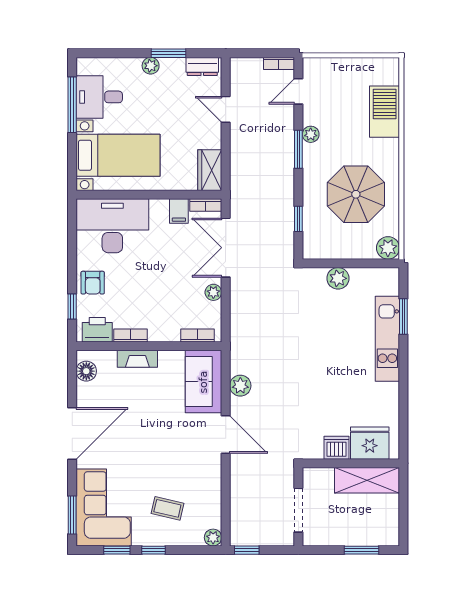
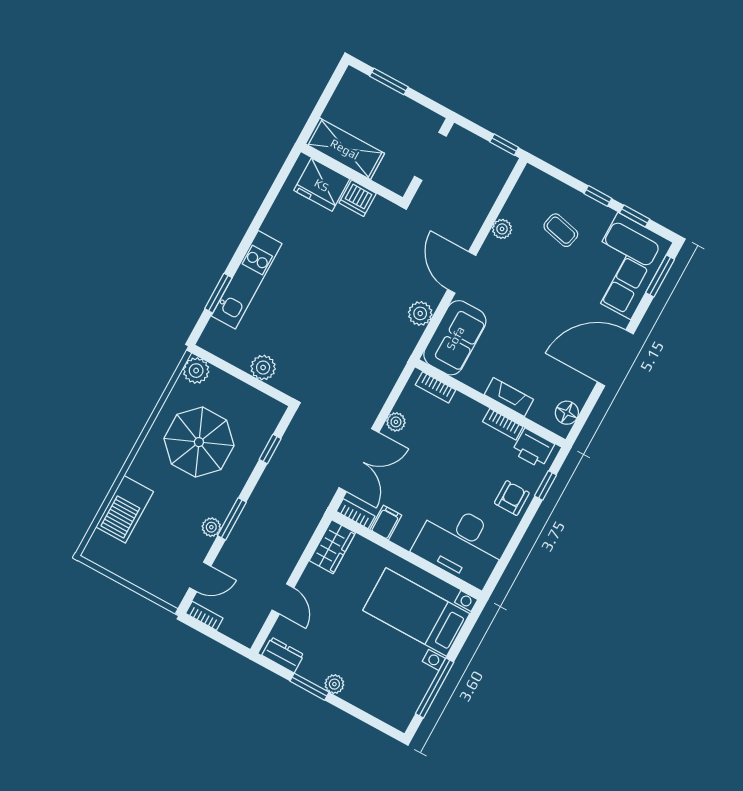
desk: (99, 97) -> (403, 681), removed
plant: (213, 538) -> (502, 229), moved

